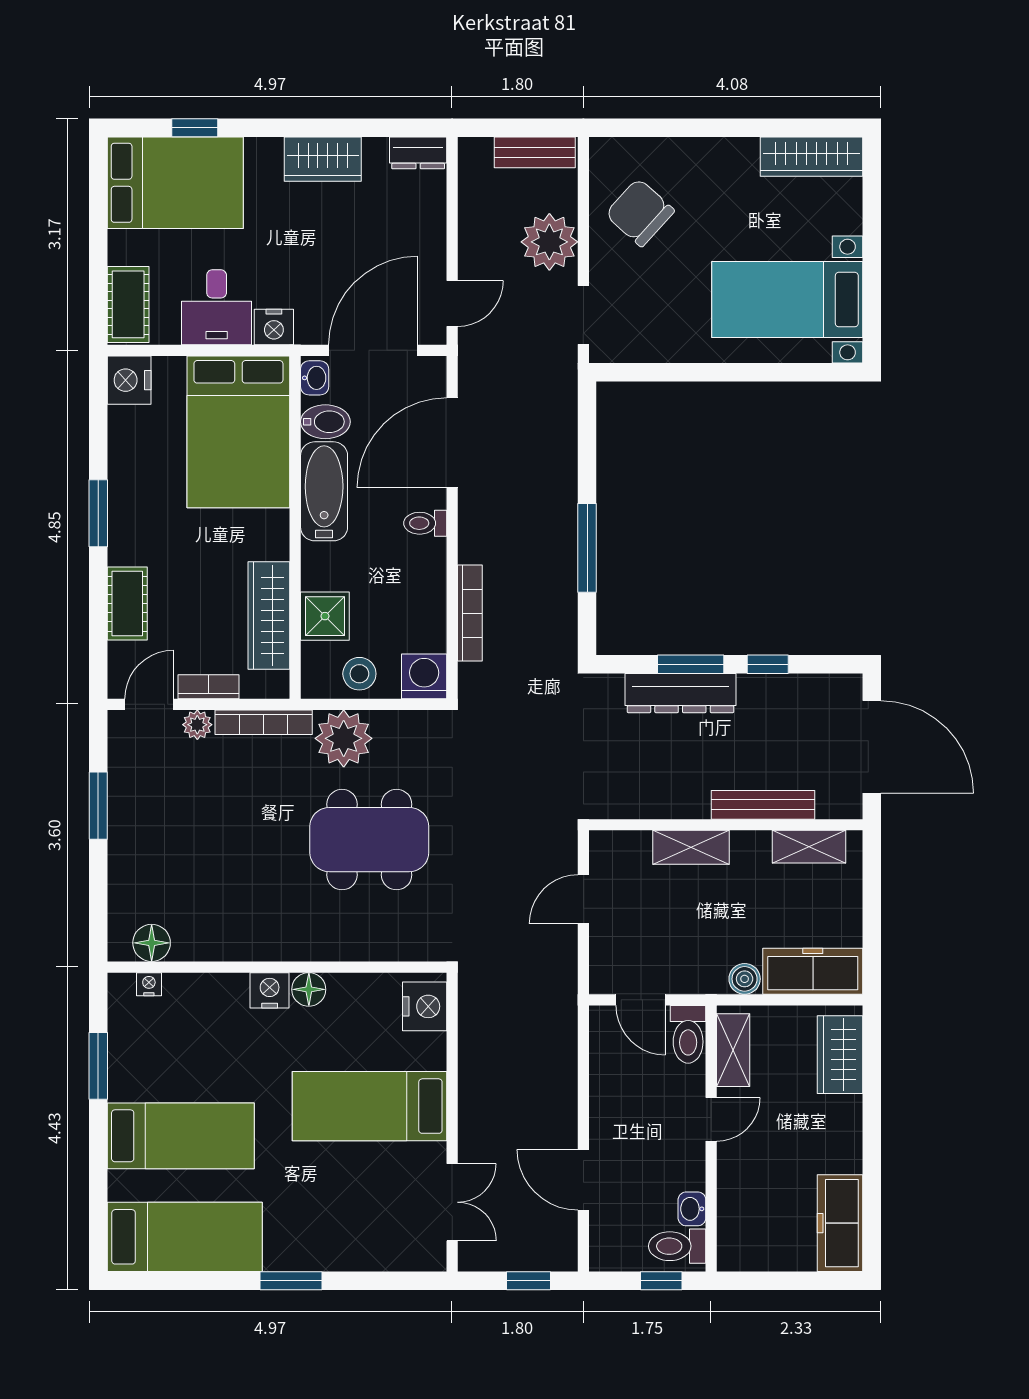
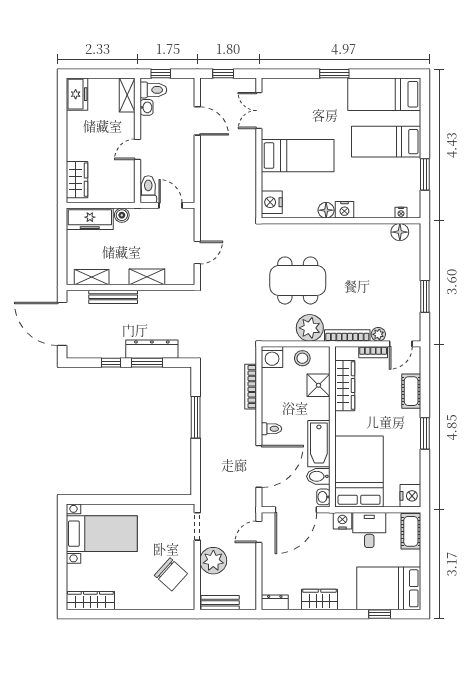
shelving: (733, 1050) -> (127, 95), moved
freezer: (840, 1223) -> (77, 94), width x0.71

